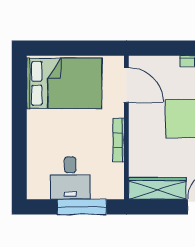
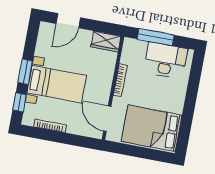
desk: (70, 178) -> (166, 60), width x1.37
wardrobe: (157, 188) -> (106, 41), width x0.67

